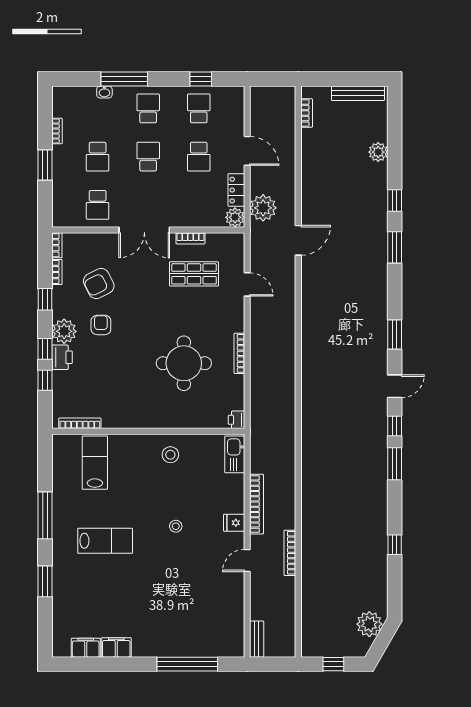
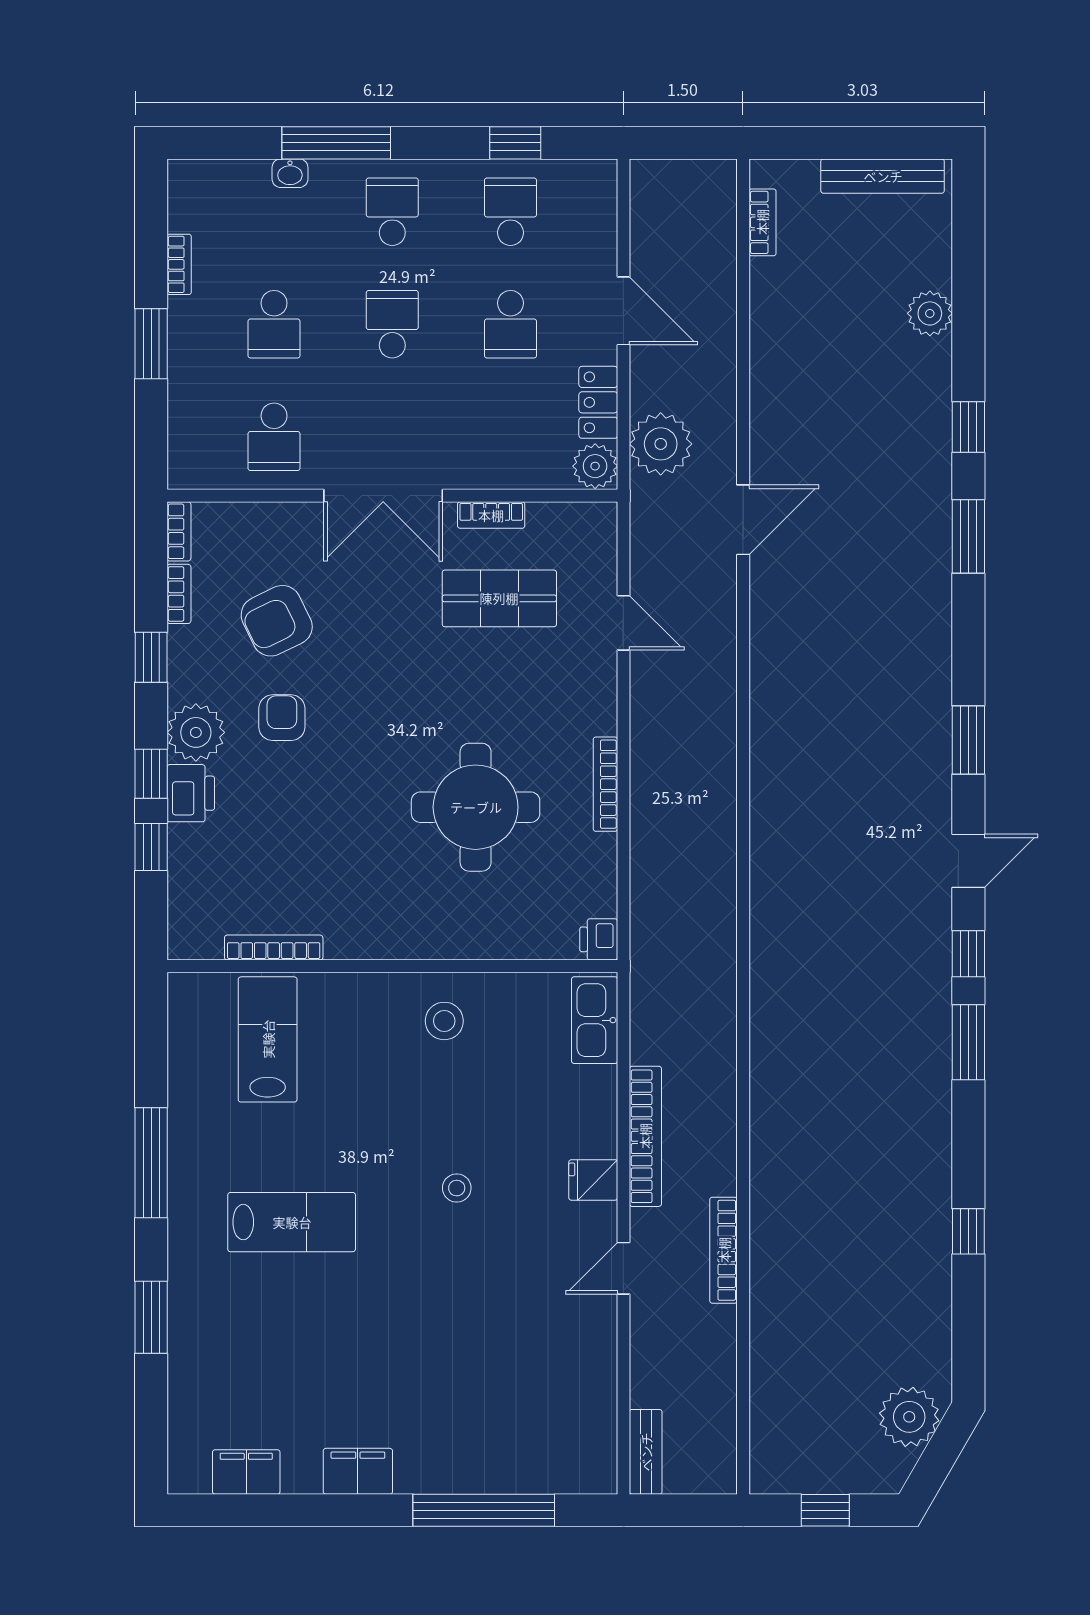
bookcase: (80, 423) -> (274, 948), moved
filing cabinet: (116, 647) -> (358, 1471), moved

